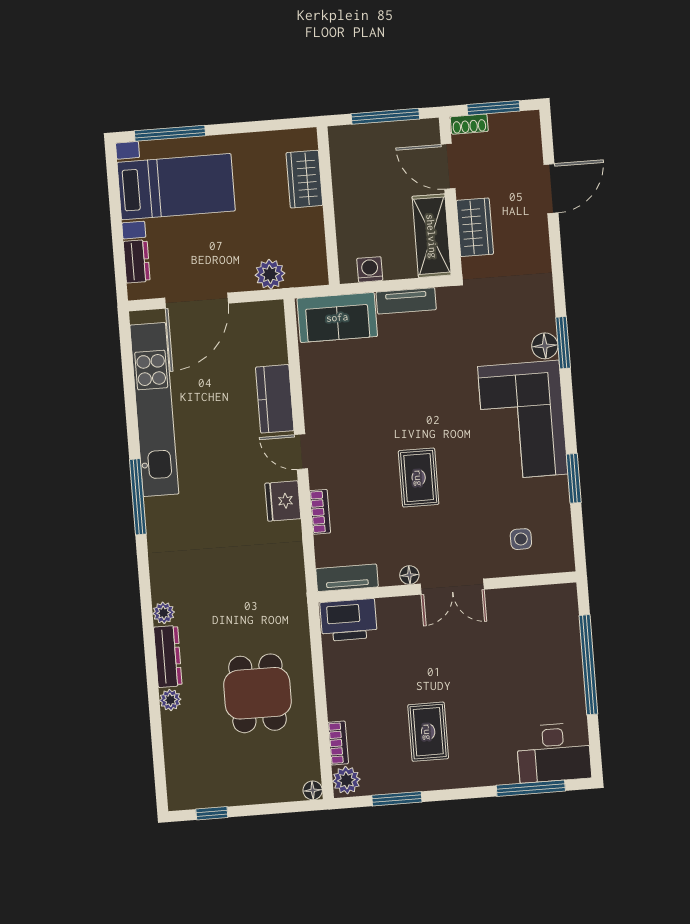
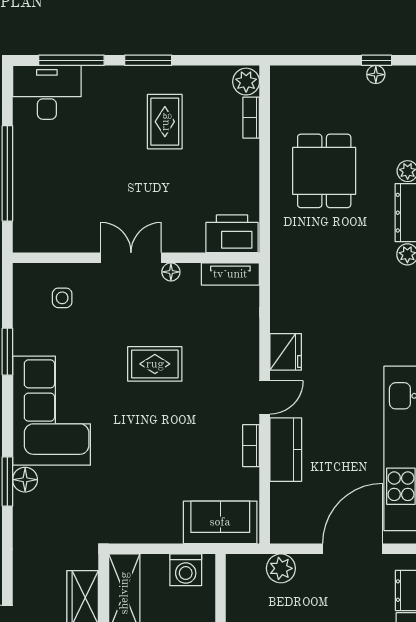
washing machine: (370, 269) -> (186, 570), width x1.38, depth x1.38
tv unit: (406, 301) -> (153, 533), removed
door: (301, 452) -> (265, 397), hinge flipped
rug: (419, 478) -> (155, 364), turned 90
bookcase: (320, 512) -> (251, 446), moved
floor lamp: (313, 790) -> (376, 75), moved
window: (397, 799) -> (148, 60), moved

